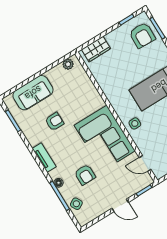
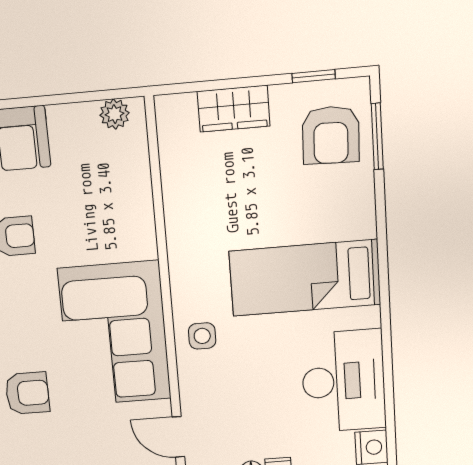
wardrobe: (96, 49) -> (234, 109), moved
armchair: (85, 175) -> (27, 393), turned -90

